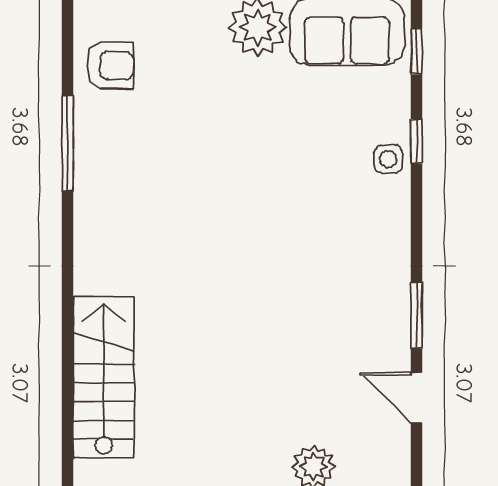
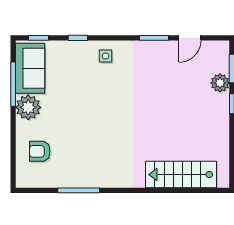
armchair: (110, 66) -> (40, 151), moved, turned -90
side table: (388, 159) -> (105, 56), moved

